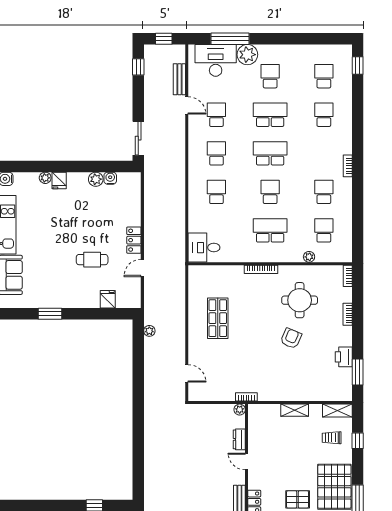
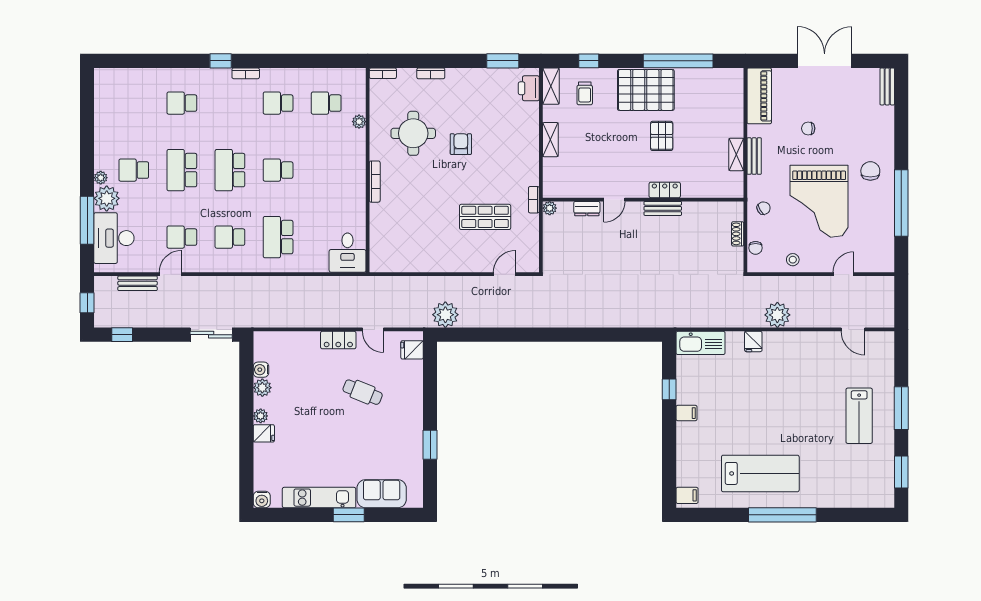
plant: (264, 50) -> (101, 178), added
window: (358, 65) -> (221, 61), moved
school desk: (324, 76) -> (134, 103), removed
plant: (45, 178) -> (261, 416), moved
school desk: (216, 192) -> (278, 237), width x1.85
school desk: (270, 230) -> (326, 170), removed
cafe table: (92, 260) -> (363, 392), turned -68
fridge: (108, 299) -> (412, 350), moved
shop shelf: (218, 318) -> (485, 217), moved
plant: (149, 331) -> (445, 315), width x1.87, depth x1.87
armchair: (291, 338) -> (461, 144), turned 67
printer: (344, 357) -> (529, 88), moved, turned 90

